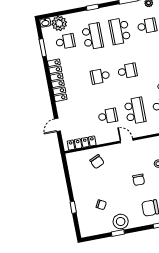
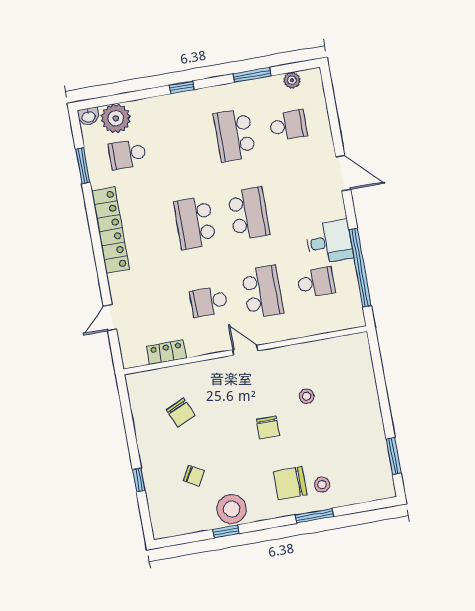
school desk: (93, 36) -> (181, 145), removed
school desk: (65, 42) -> (127, 154), turned 180
school desk: (127, 71) -> (248, 213), width x1.85
school desk: (100, 76) -> (195, 223), width x1.85
school desk: (108, 116) -> (209, 301), turned 180
locker: (82, 143) -> (167, 352), width x0.66
chair: (97, 162) -> (181, 413), moved

